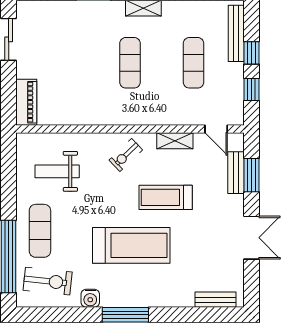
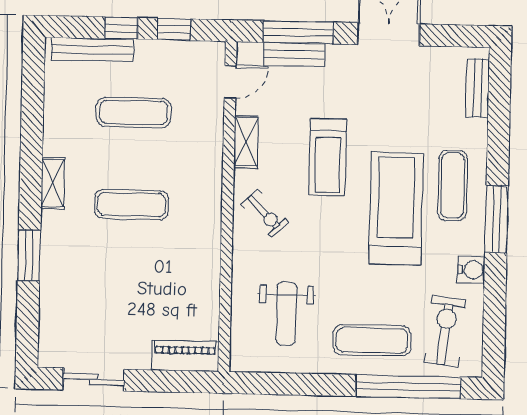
window: (251, 175) -> (298, 32), width x1.44
exercise mat: (148, 284) -> (453, 186), added

